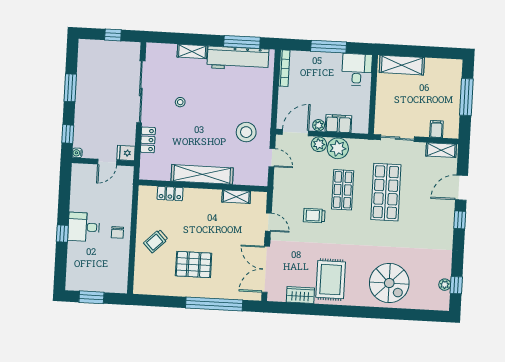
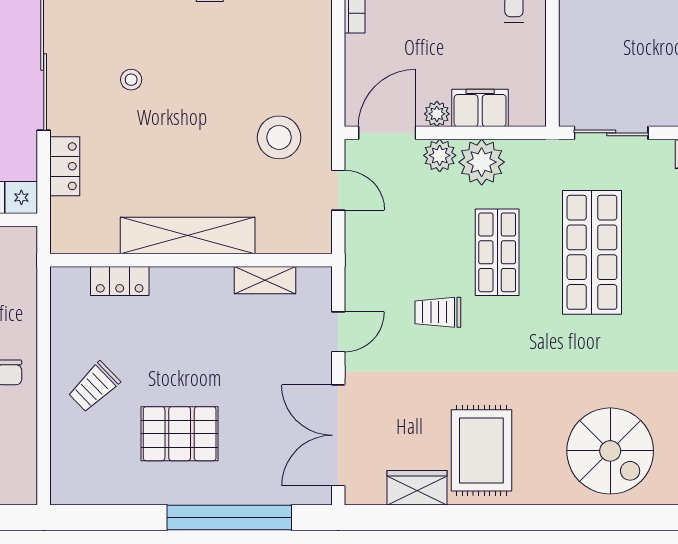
door: (268, 222) -> (338, 332), hinge flipped

